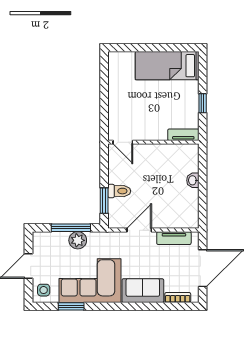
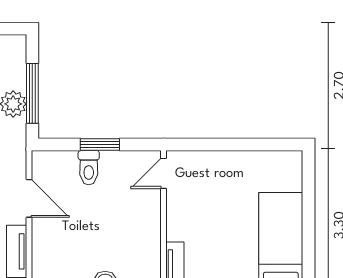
window: (104, 201) -> (100, 145), moved

